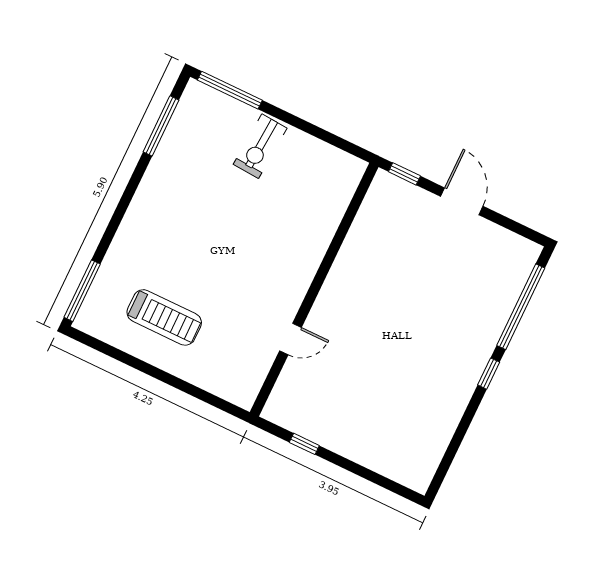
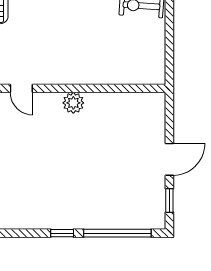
window: (404, 174) -> (169, 200), moved
plant: (338, 285) -> (73, 103), added

